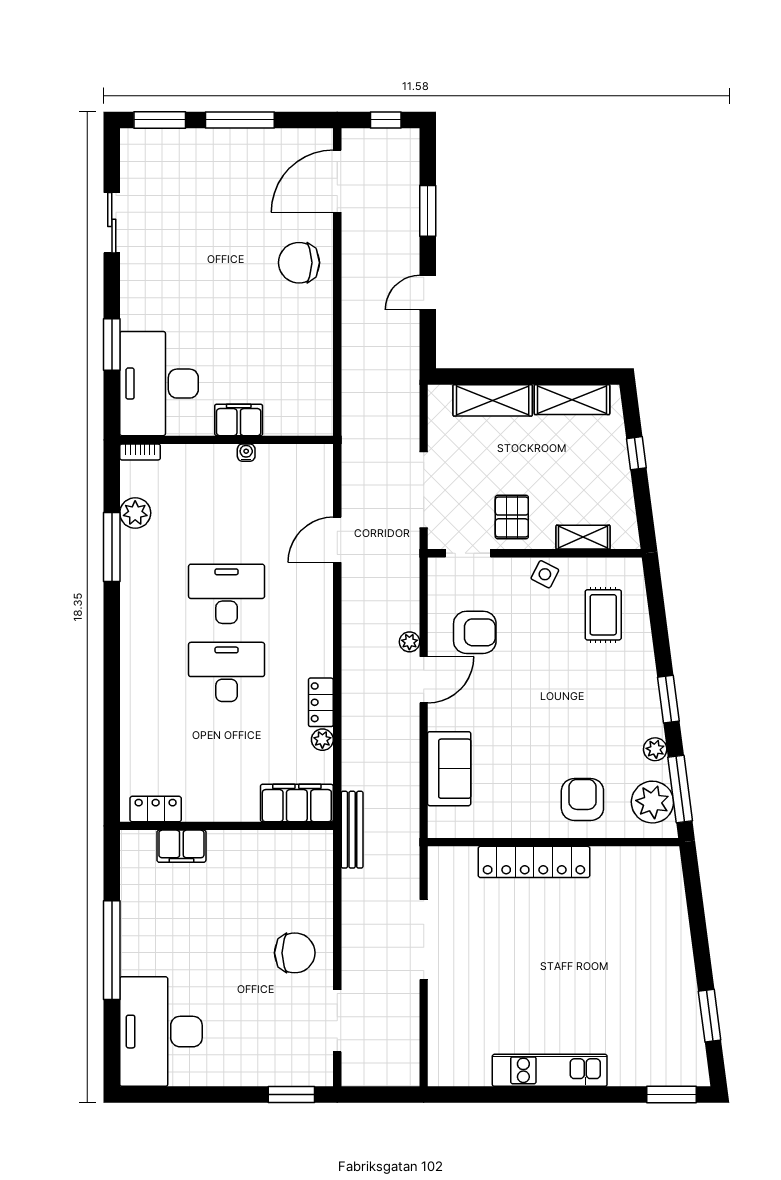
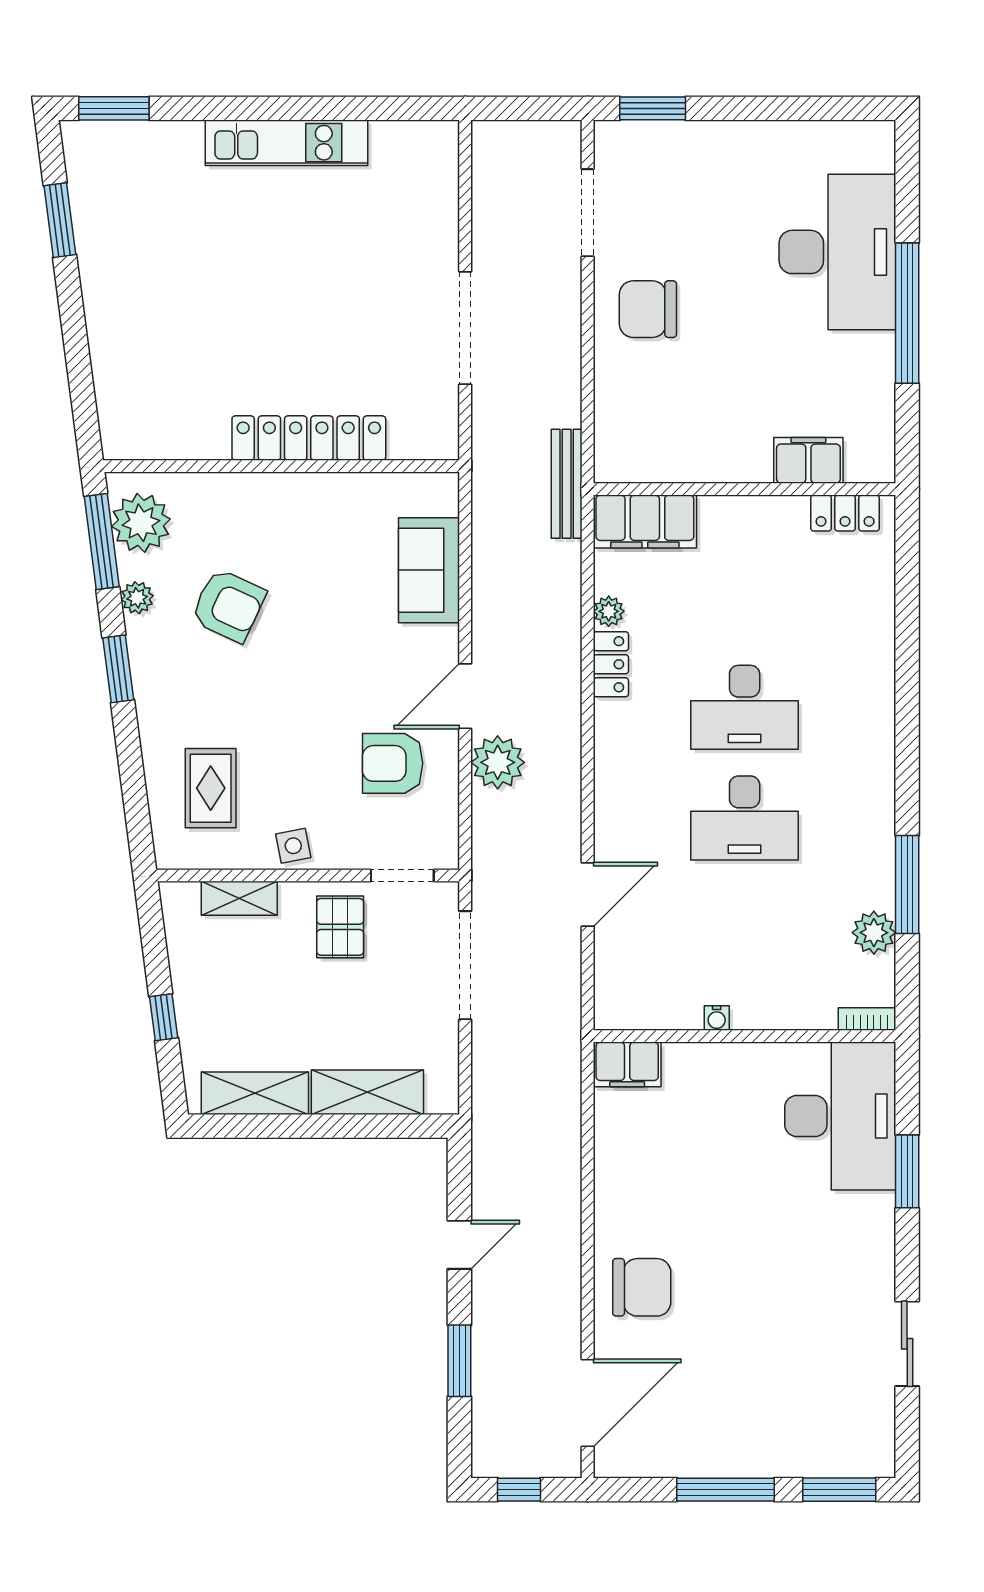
filing cabinet: (239, 420) -> (627, 1064), moved
side table: (545, 574) -> (293, 846), turned -38
plant: (409, 642) -> (498, 762), width x1.87, depth x1.87
armchair: (582, 799) -> (228, 605), moved, turned -65
desk: (161, 1032) -> (837, 252), moved

